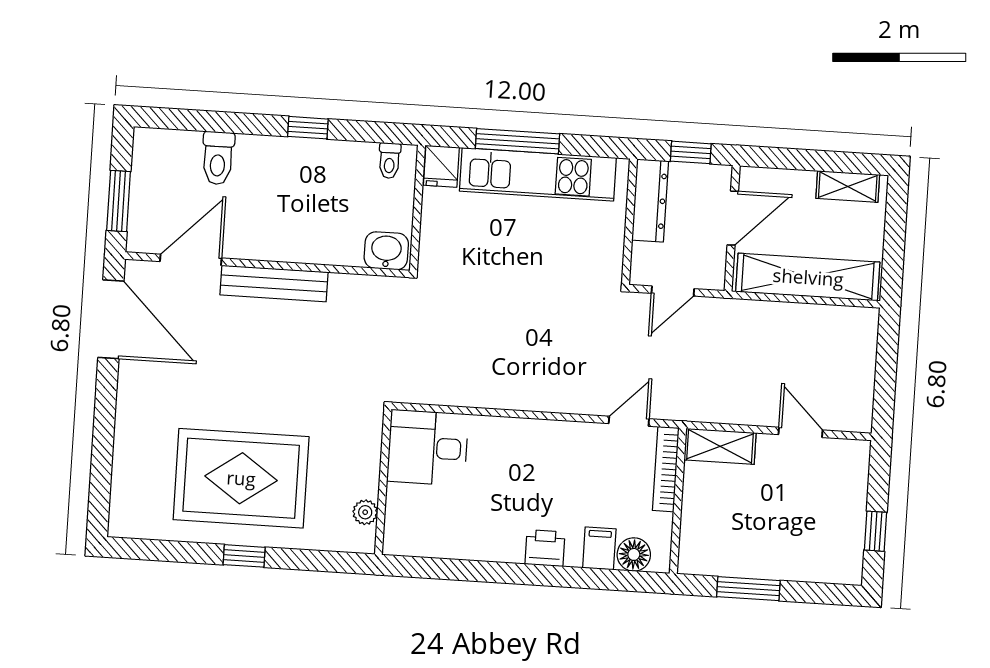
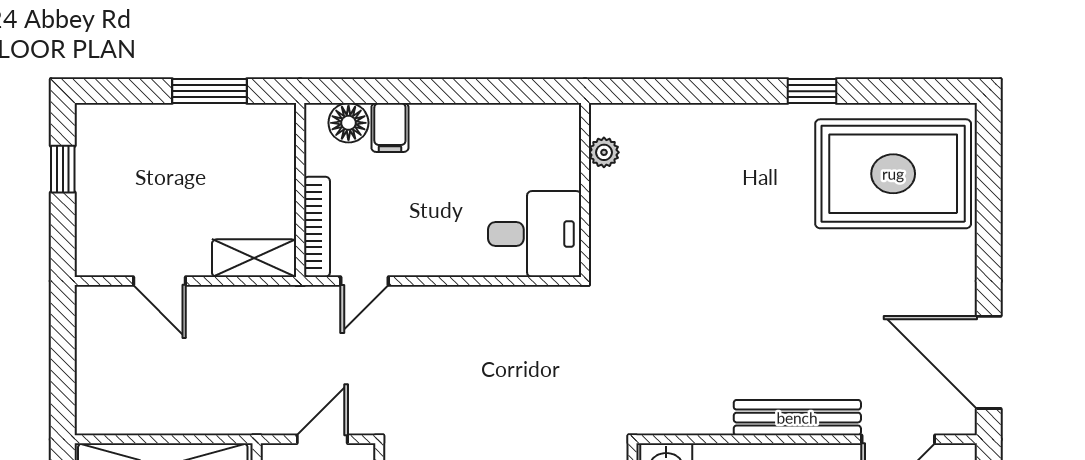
desk: (428, 448) -> (535, 234), moved
rug: (241, 478) -> (893, 174), moved
wall: (383, 482) -> (585, 190), moved
plant: (365, 512) -> (604, 152), moved
printer: (545, 548) -> (455, 124), removed

